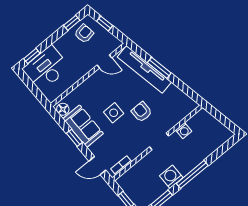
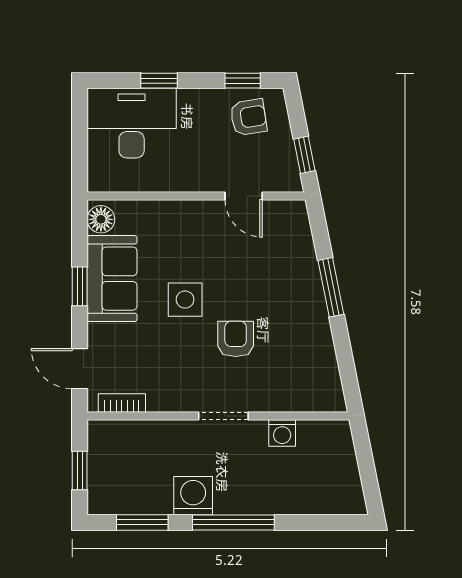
window: (105, 23) -> (304, 155), moved
window: (32, 56) -> (159, 81), moved
tv unit: (144, 69) -> (302, 268), removed

